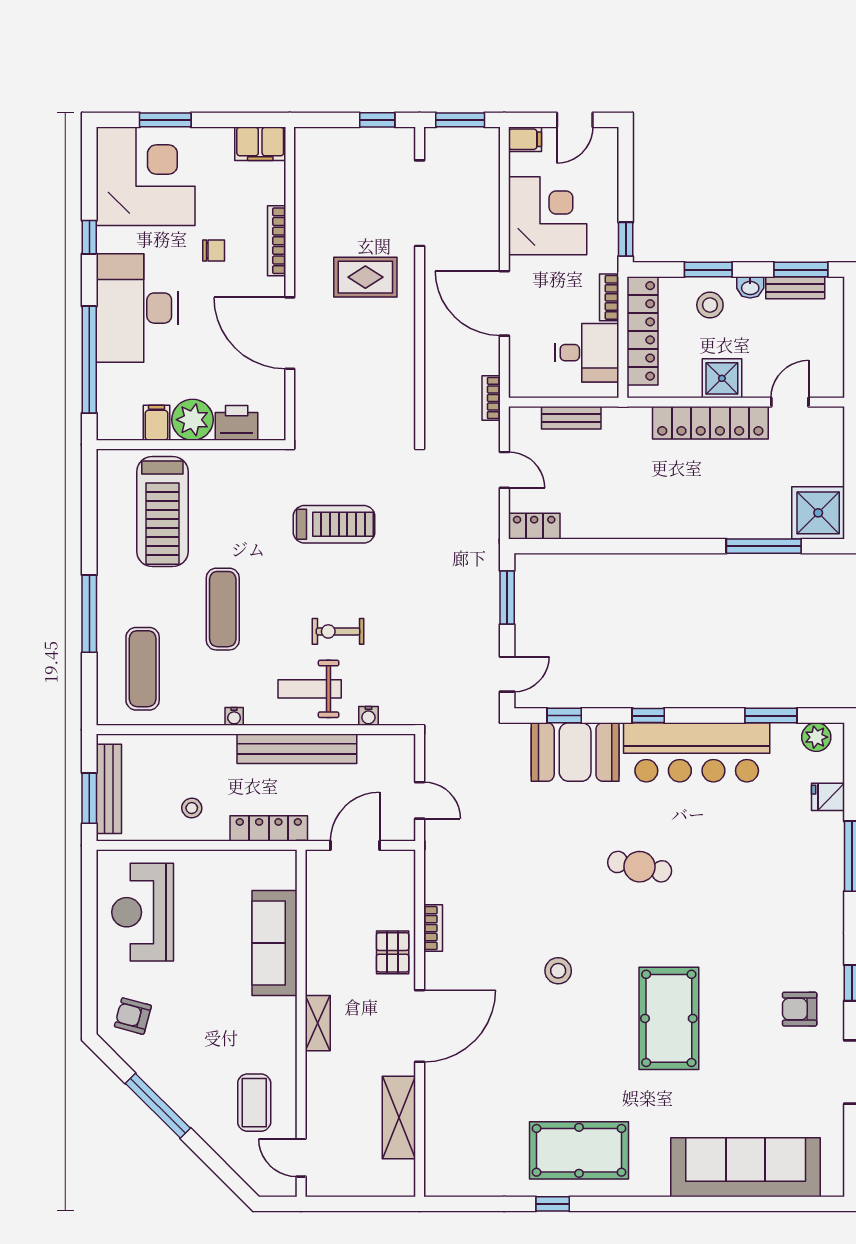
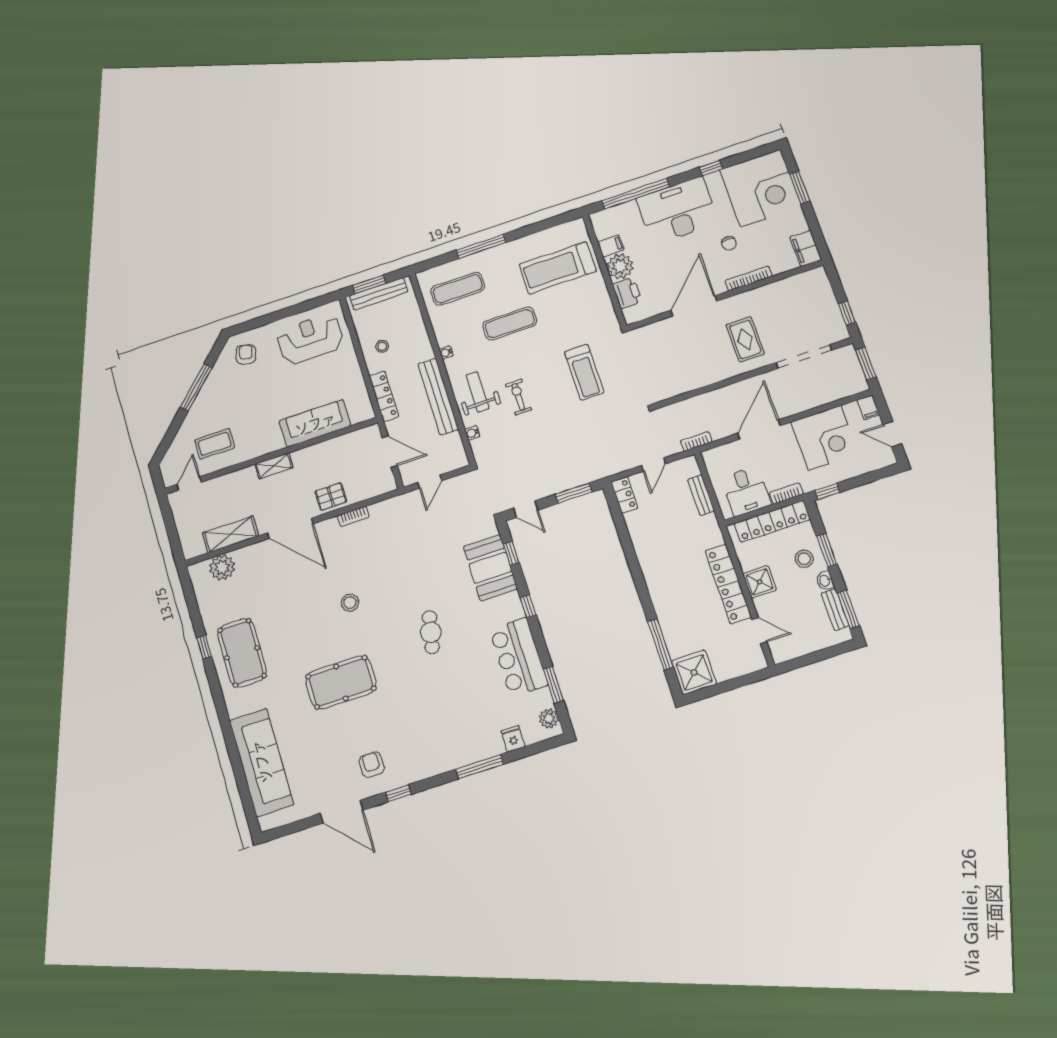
bar counter: (697, 752) -> (519, 657), width x0.73
plant: (444, 1144) -> (222, 567), added

